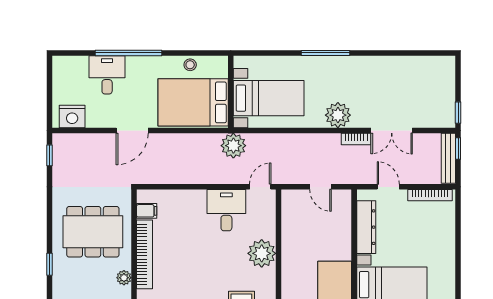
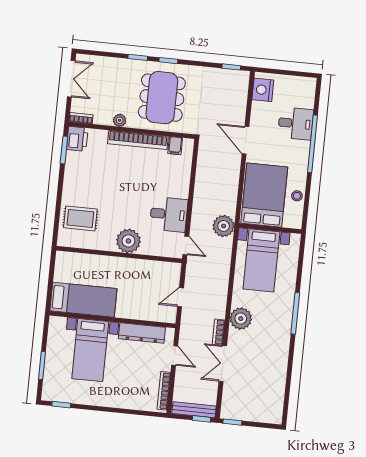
door: (388, 187) -> (175, 356), hinge flipped
window: (49, 229) -> (168, 61), added

